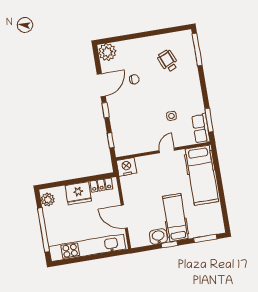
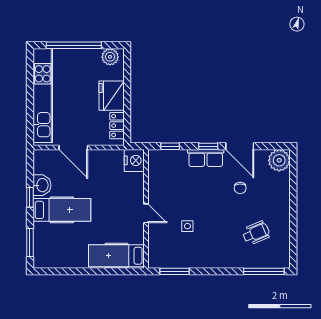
row of seats: (201, 129) -> (206, 158), moved, turned 180
hospital bed: (202, 175) -> (116, 256), width x0.73, depth x0.78
door: (124, 217) -> (73, 147), swing flipped

